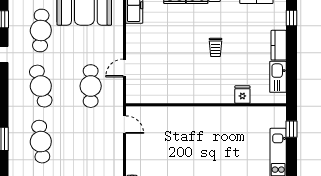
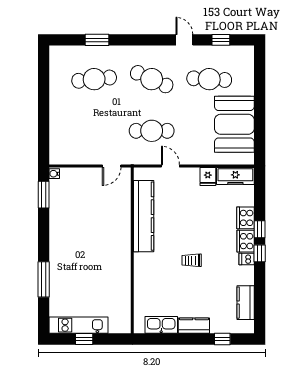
cafe table: (41, 86) -> (152, 79), turned 39
kitchen counter: (173, 94) -> (144, 216), added
fridge: (242, 95) -> (208, 176), moved, turned 90
window: (292, 129) -> (84, 339), moved

